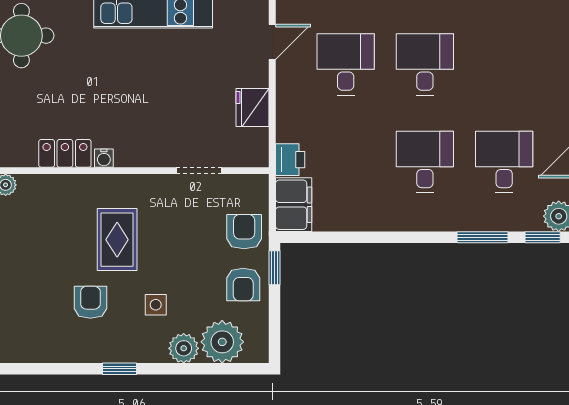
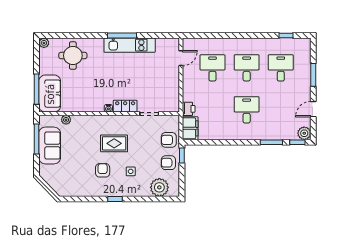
fridge: (252, 108) -> (172, 86), removed
locker: (65, 153) -> (125, 106), moved
desk: (504, 162) -> (281, 68), moved
armchair: (244, 232) -> (169, 140), turned -90
rug: (117, 240) -> (114, 143), turned 90
armchair: (243, 285) -> (168, 163), turned 90
plant: (184, 348) -> (143, 190), removed

